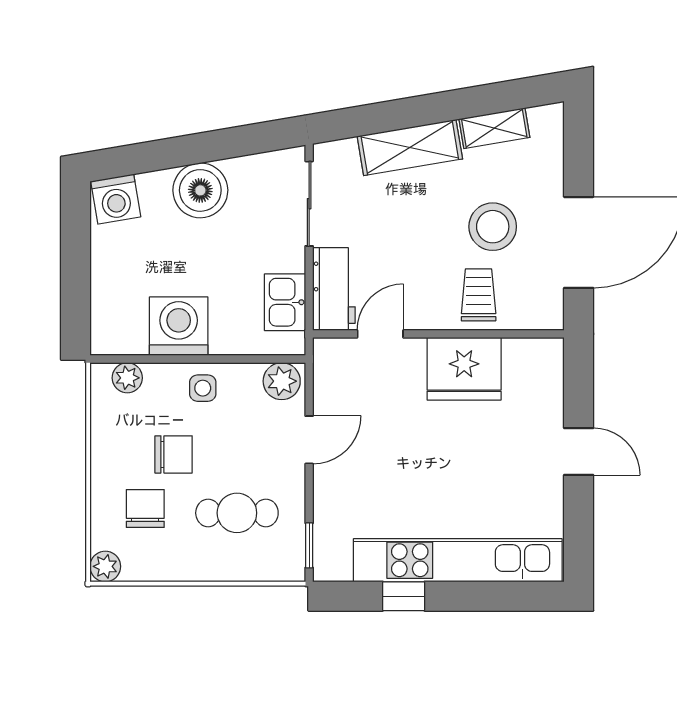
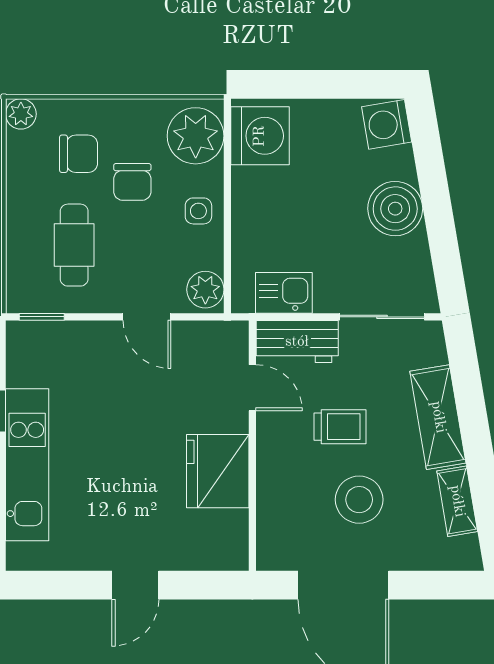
trolley: (479, 295) -> (340, 427), moved
washing machine: (179, 326) -> (260, 136), moved
plant: (127, 378) -> (196, 136), width x1.87, depth x1.87
kitchen unit: (458, 560) -> (27, 465), width x0.73

